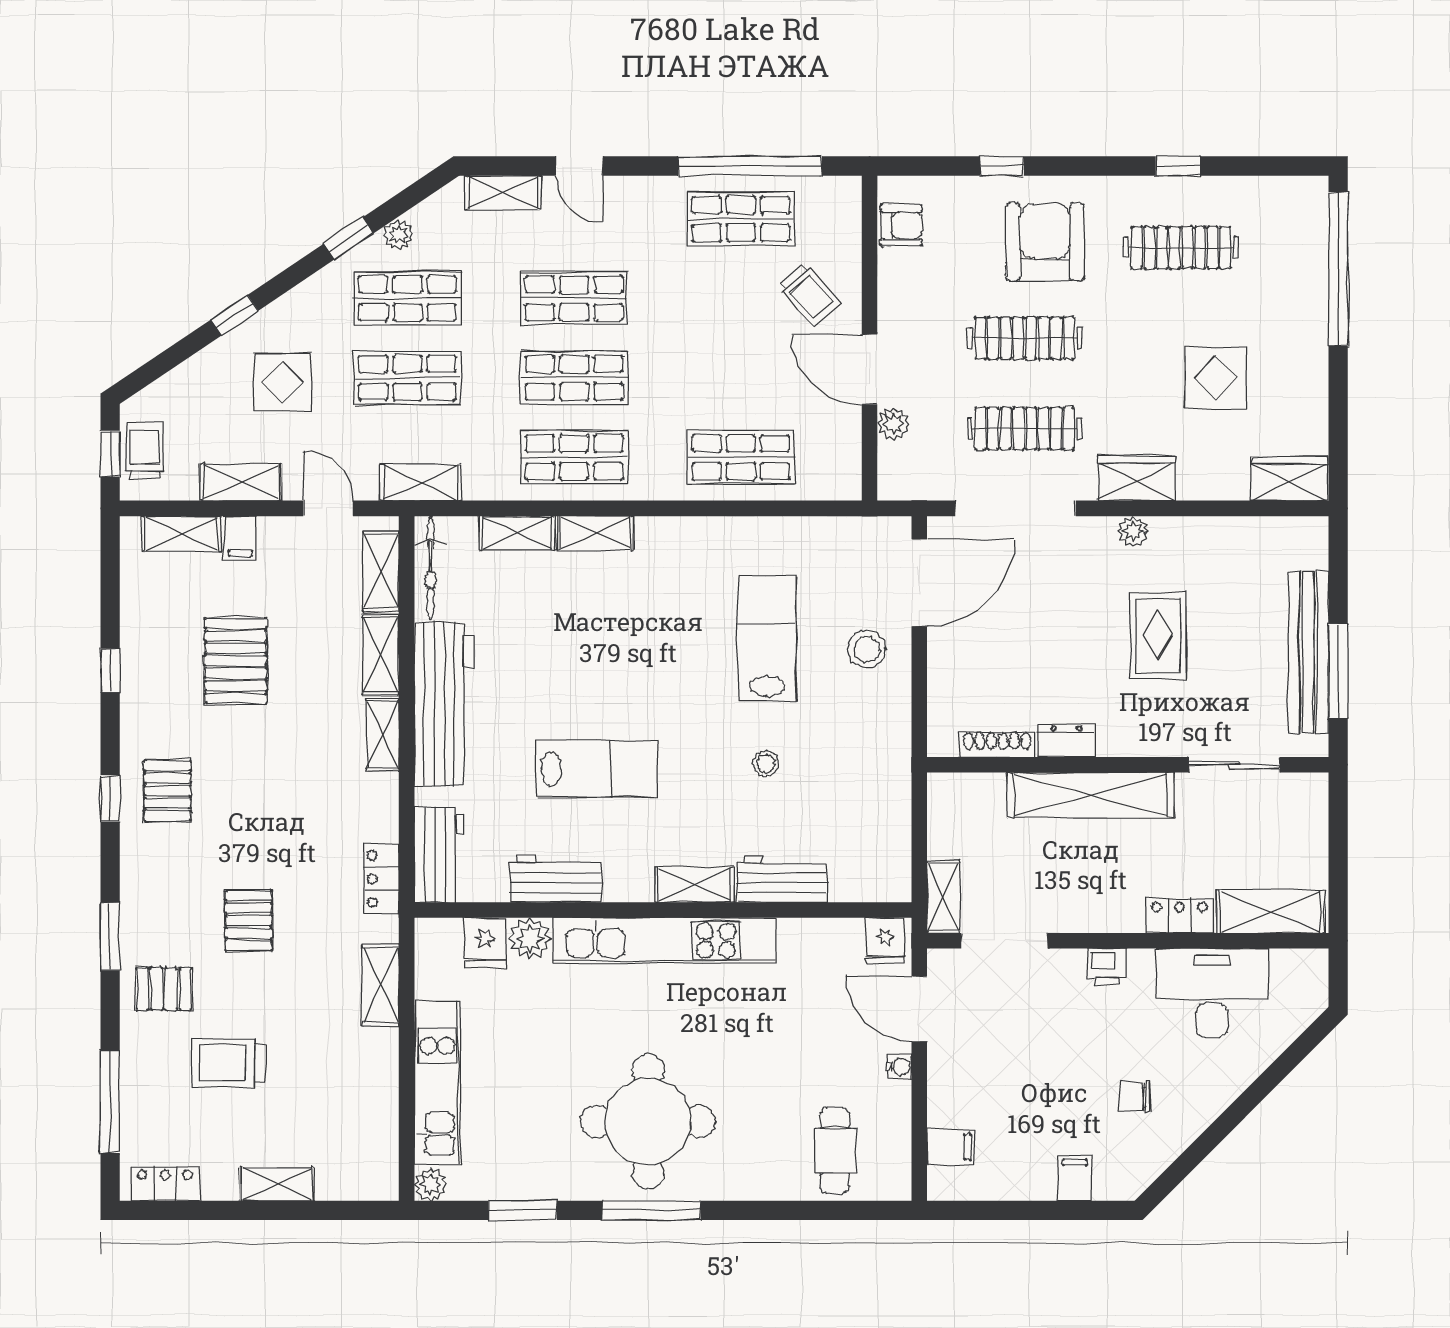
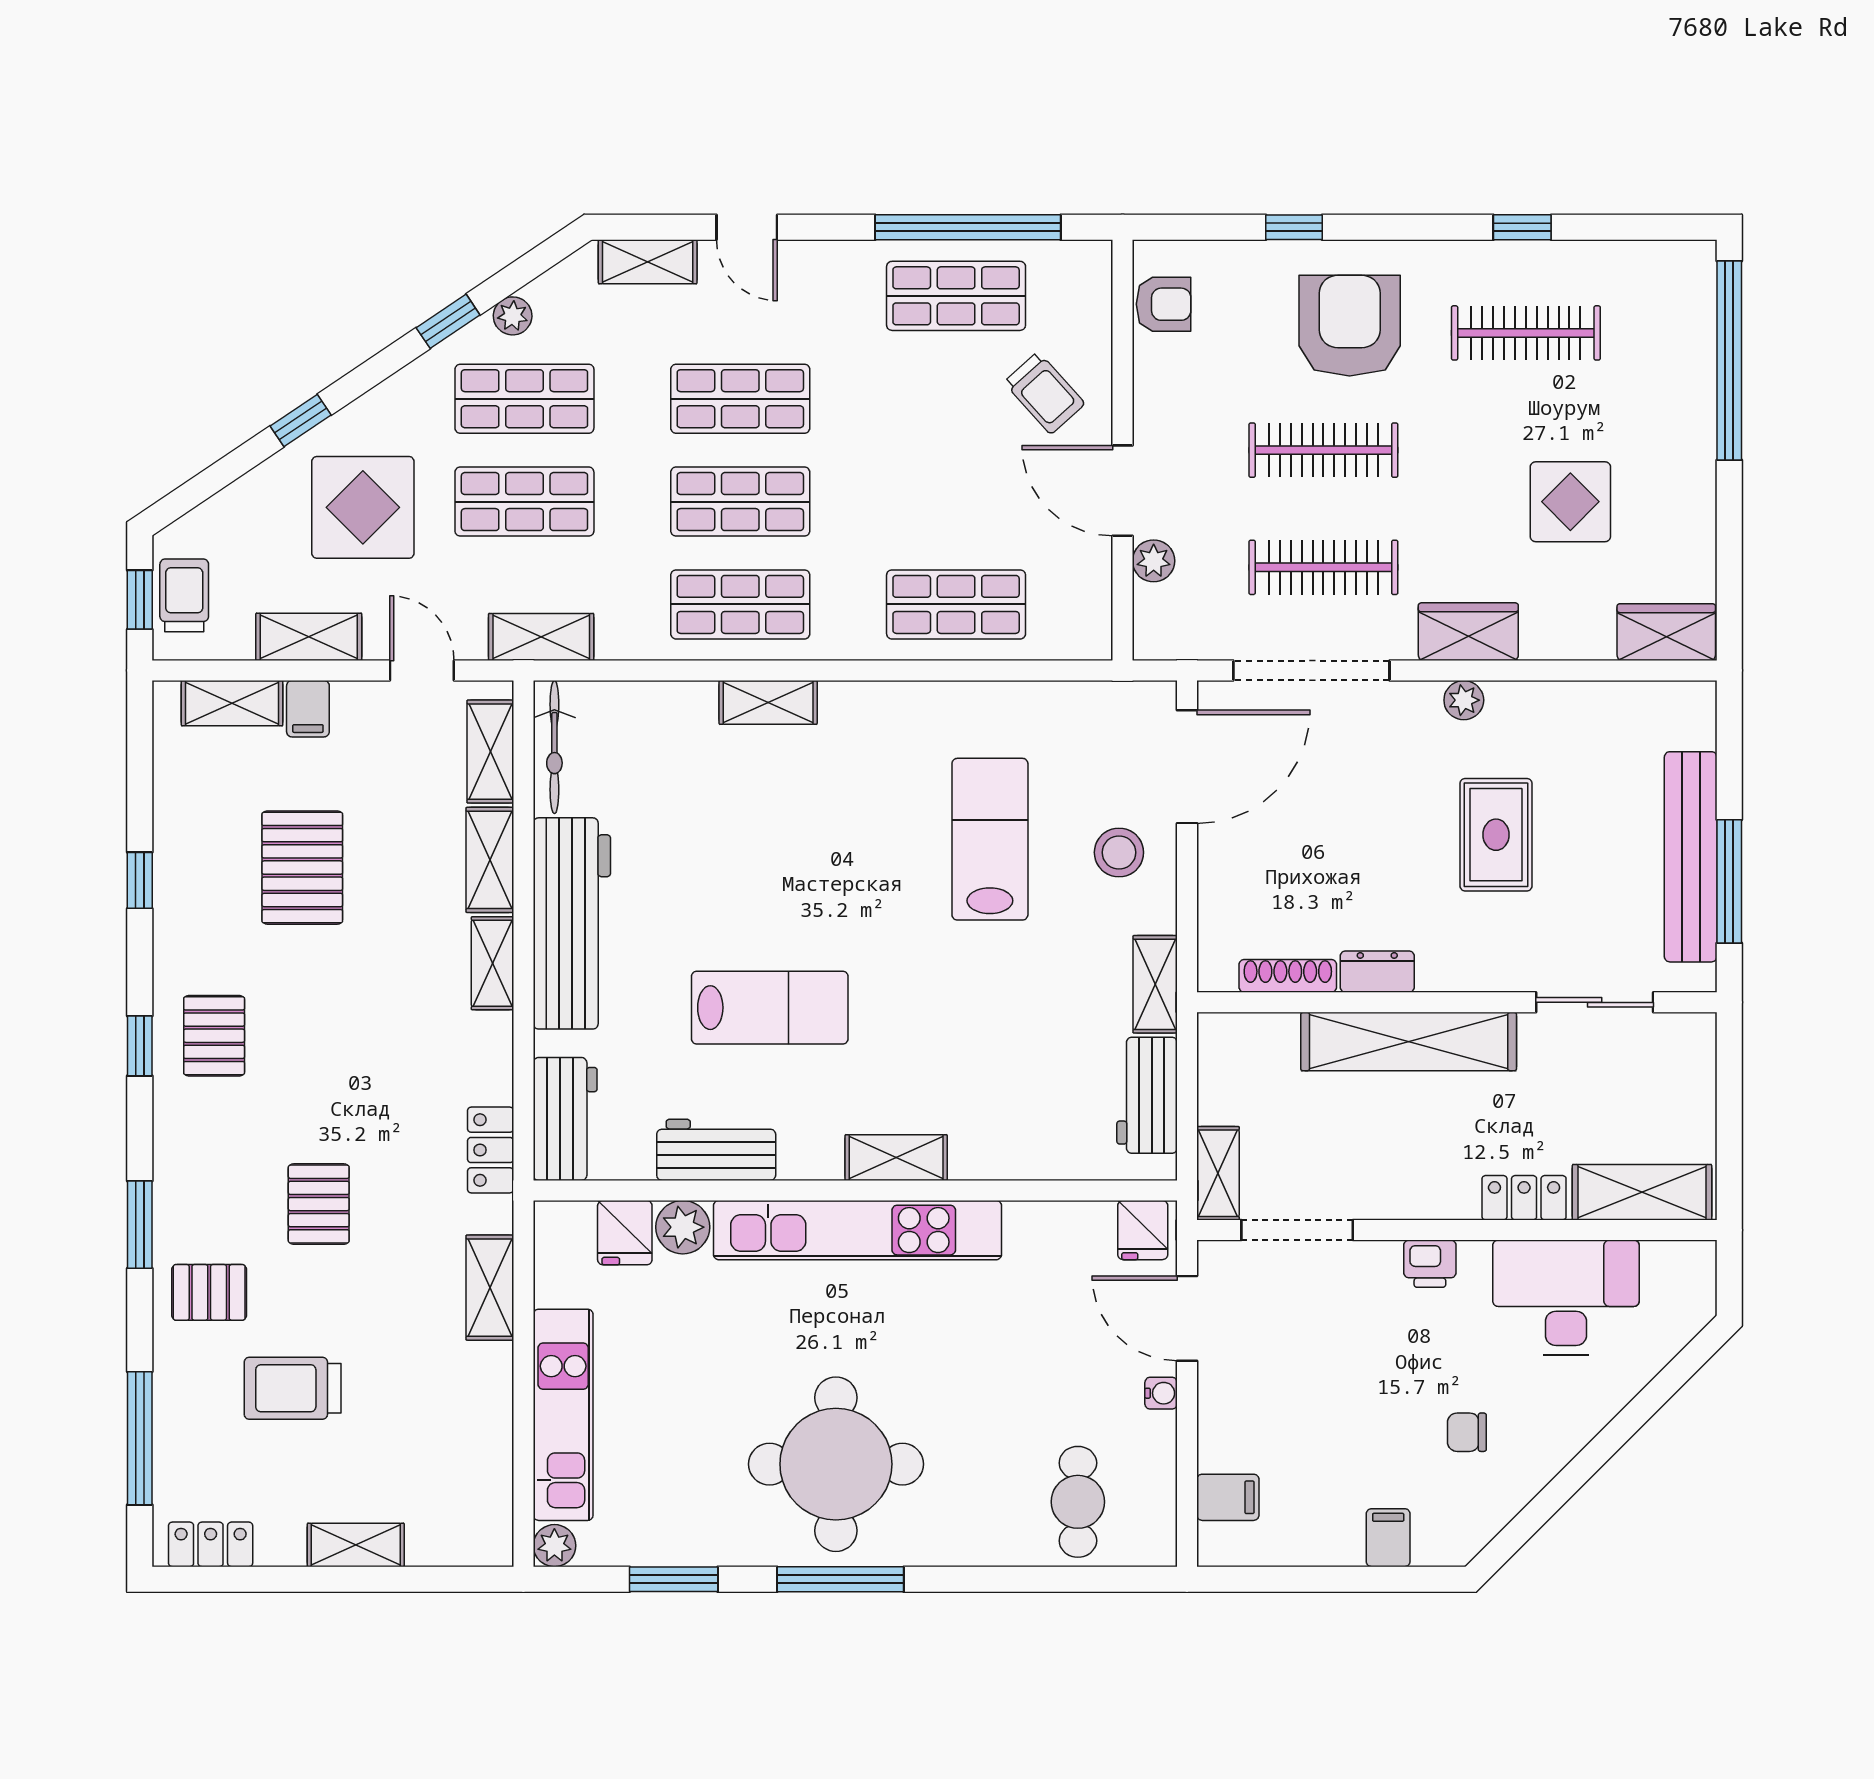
display table: (283, 382) -> (363, 507), width x1.36, depth x1.36
shelving: (517, 533) -> (1155, 984), moved, turned 90
stool: (766, 763) -> (988, 1000), removed
workbench: (782, 879) -> (1147, 1095), moved, turned -90

